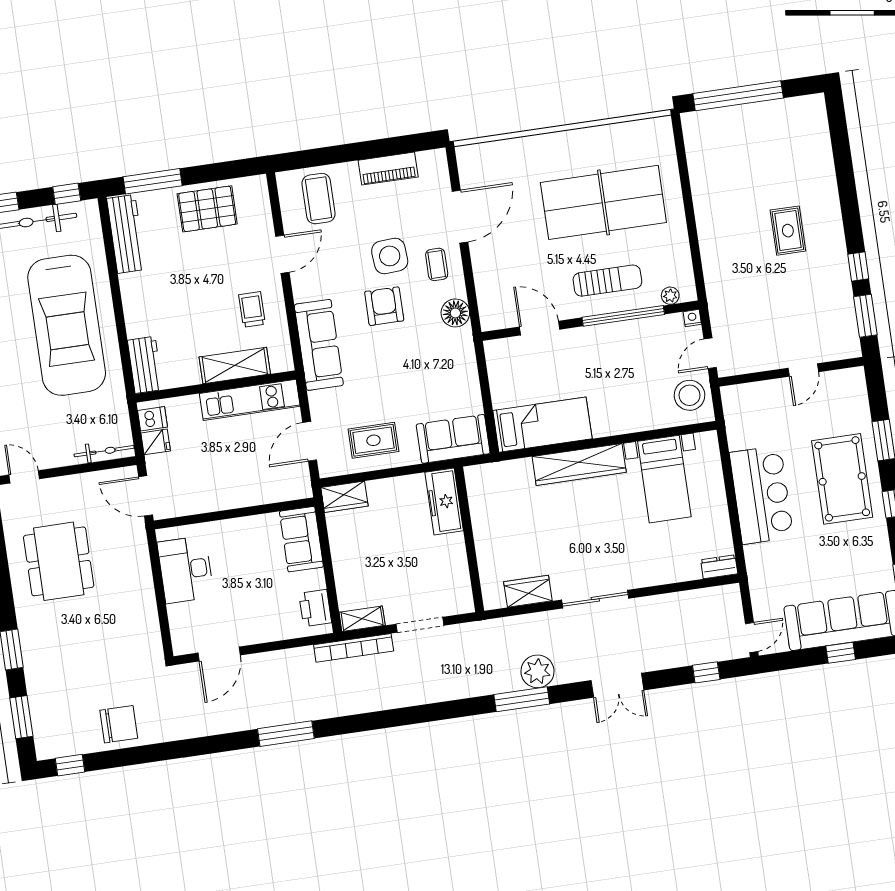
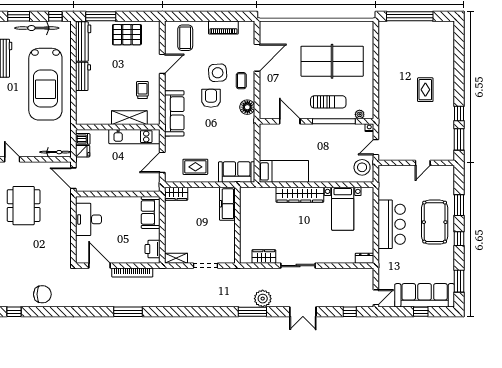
workbench: (145, 365) -> (83, 76), moved
bookcase: (354, 648) -> (132, 273), moved
door: (219, 654) -> (100, 266), swing flipped

